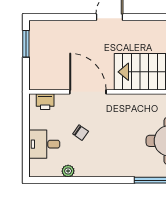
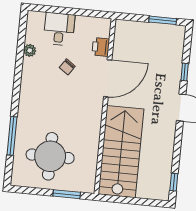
window: (74, 17) -> (185, 72), added
printer: (45, 102) -> (101, 47), moved

